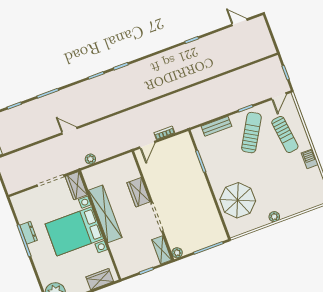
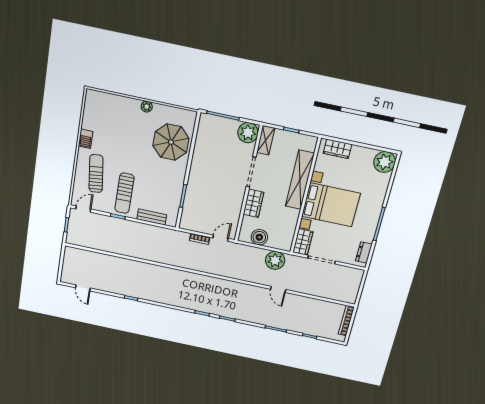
sun lounger: (251, 133) -> (124, 193), turned -30
plant: (90, 159) -> (275, 260), width x1.87, depth x1.87
boiler: (115, 167) -> (259, 237), added
shelving: (105, 214) -> (300, 180), moved
dresser: (29, 233) -> (364, 252), moved
plant: (177, 253) -> (248, 133), width x1.88, depth x1.88

